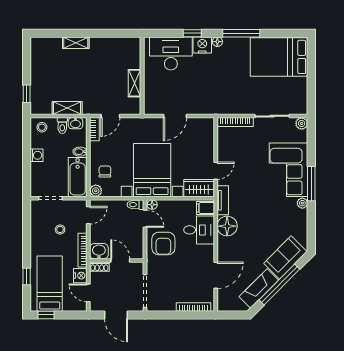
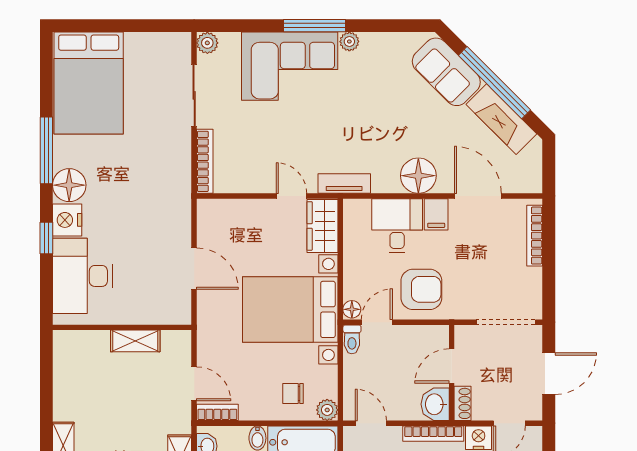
floor lamp: (217, 42) -> (69, 185), width x1.89, depth x1.89
filing cabinet: (205, 208) -> (436, 214), moved
floor lamp: (227, 226) -> (418, 176), moved

